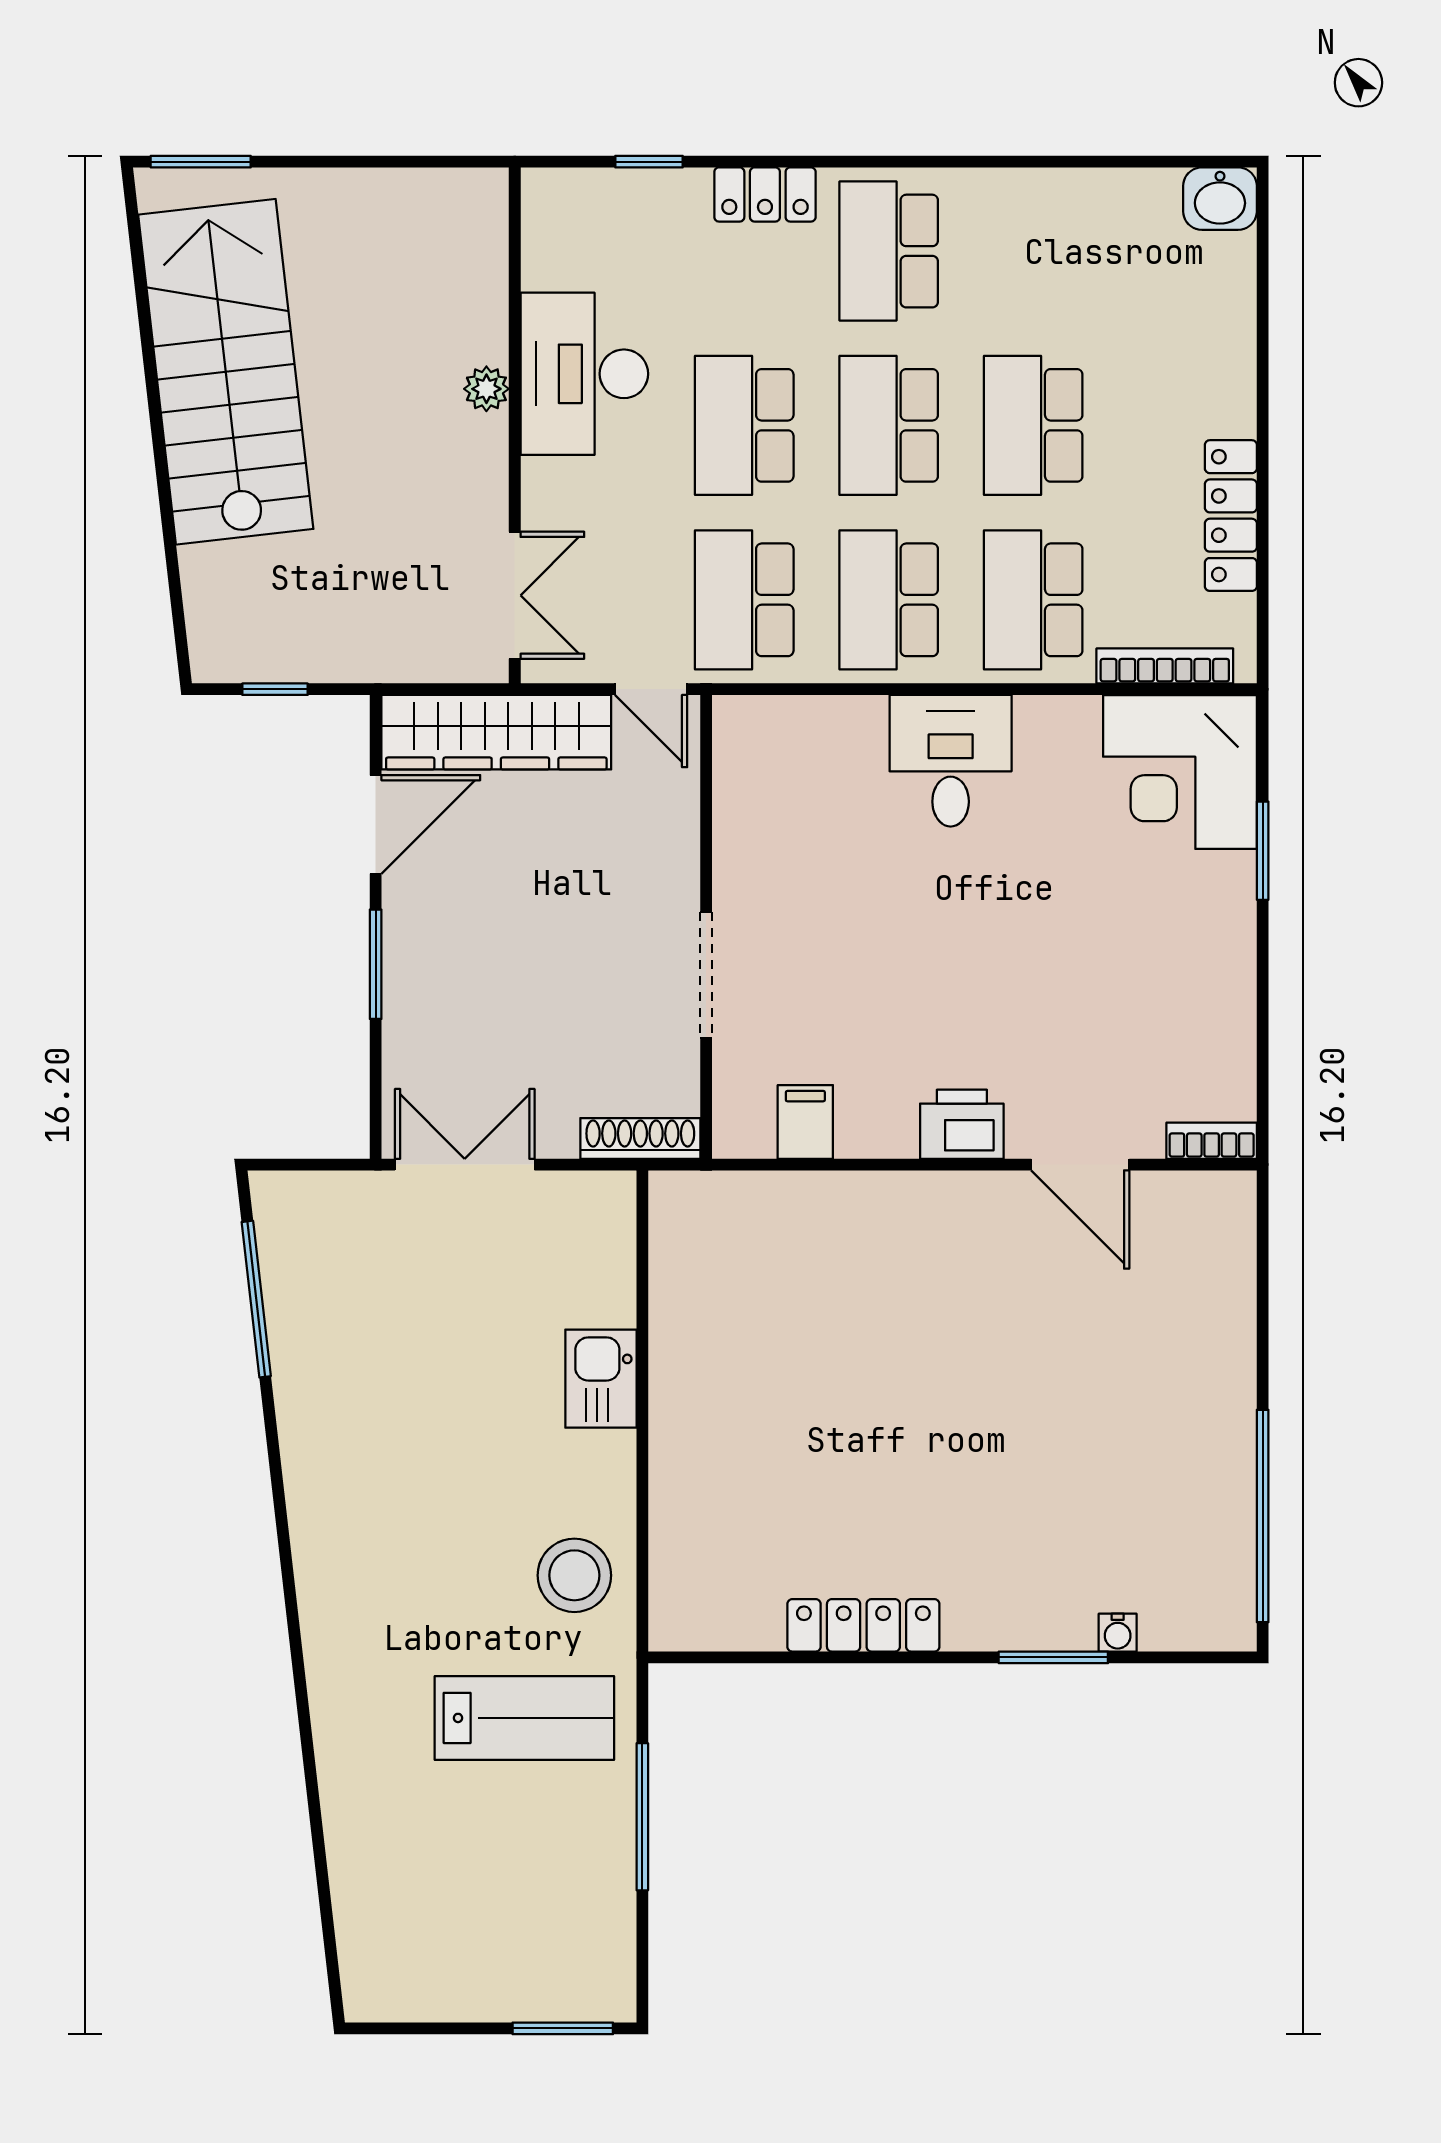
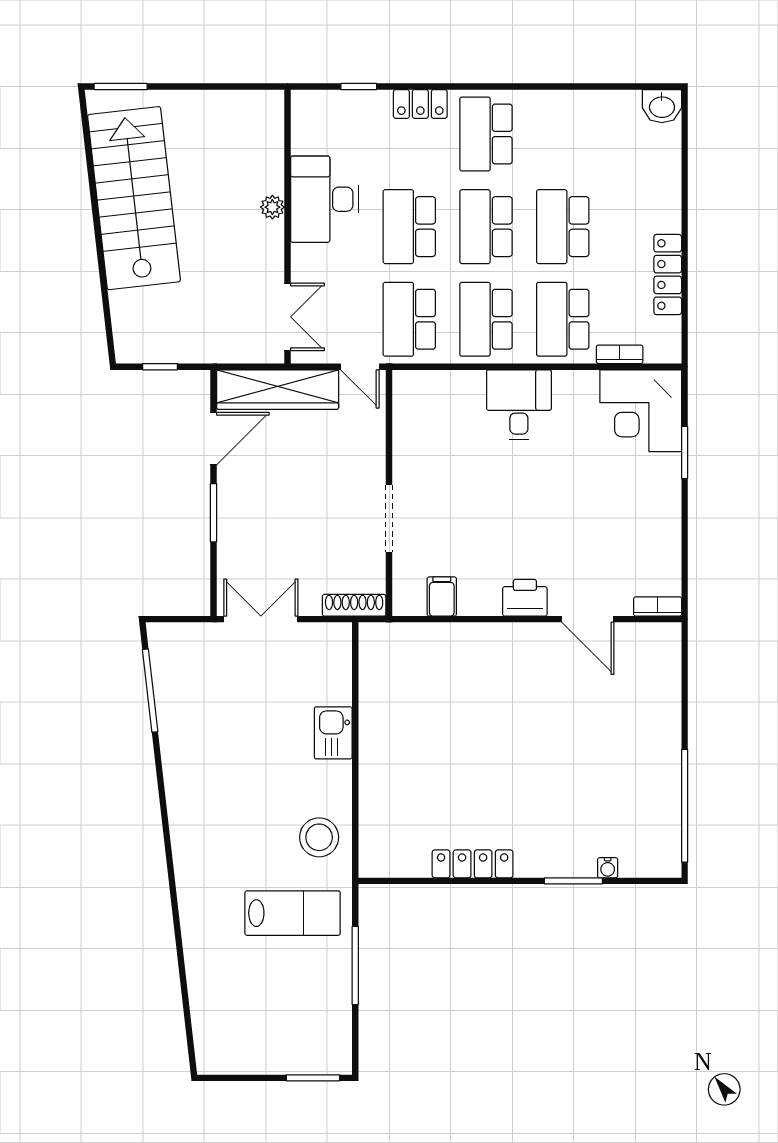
bookcase: (1165, 666) -> (620, 354), width x0.64

